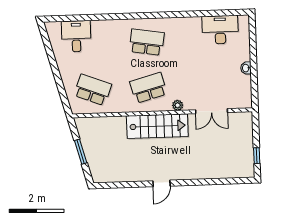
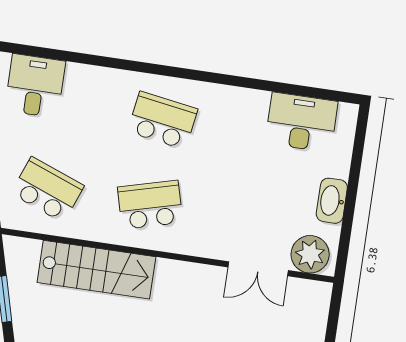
washbasin: (246, 68) -> (332, 201), width x1.91, depth x1.45
plant: (178, 105) -> (310, 254), moved, width x1.87, depth x1.87
stairs: (157, 126) -> (96, 270), moved

